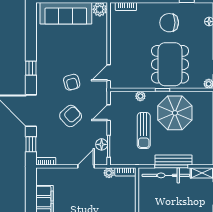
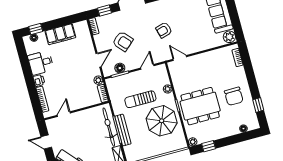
chair: (169, 23) -> (234, 96), turned 180
door: (109, 113) -> (147, 67), hinge flipped
armchair: (71, 116) -> (123, 41), moved
door: (86, 166) -> (98, 60), hinge flipped

